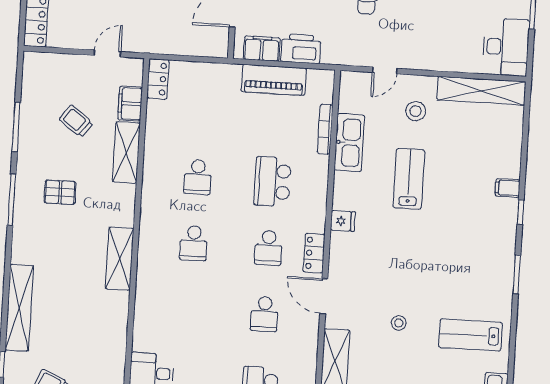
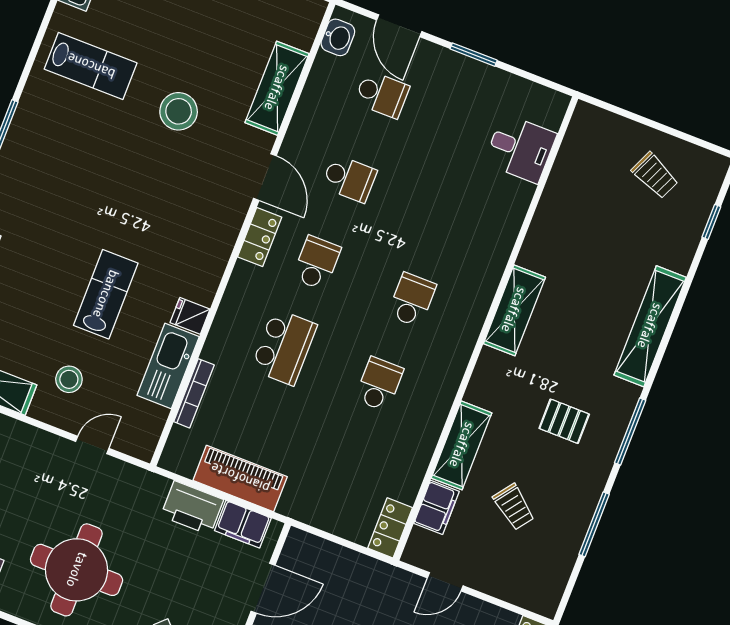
lab bench: (409, 179) -> (106, 294), turned 180
fridge: (343, 221) -> (190, 316), moved
shelving: (19, 308) -> (650, 326), moved
school desk: (264, 314) -> (349, 179), turned 90
stool: (399, 323) -> (179, 111), width x1.89, depth x1.89

